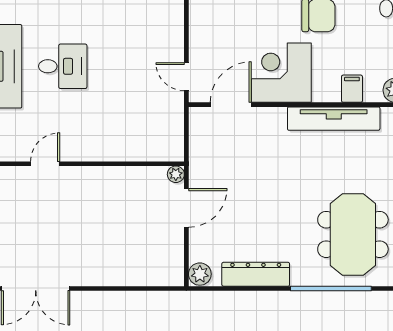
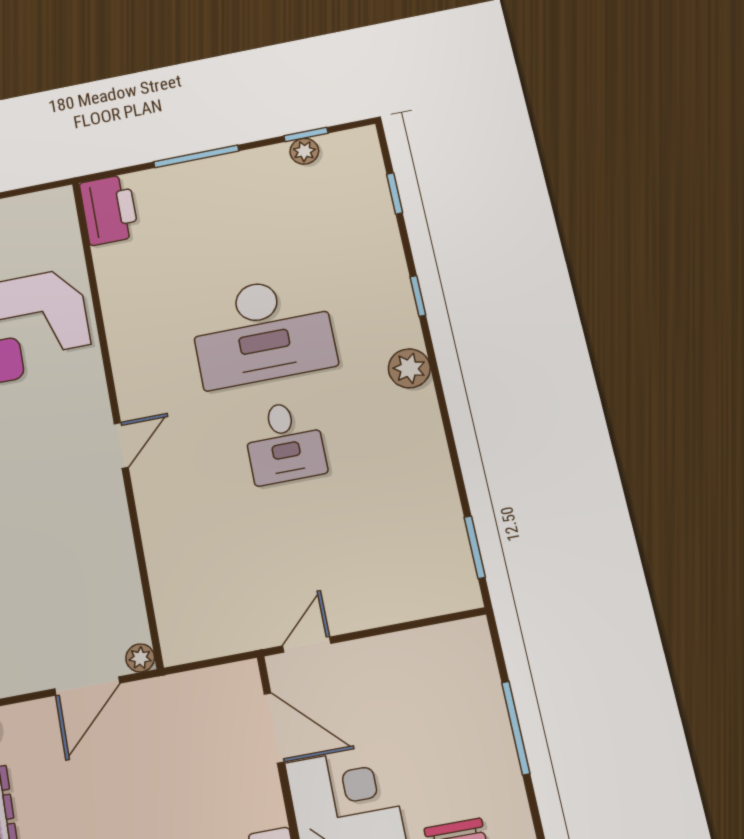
door: (45, 164) -> (121, 445), hinge flipped
door: (186, 208) -> (87, 686), hinge flipped

